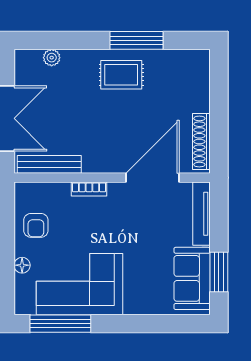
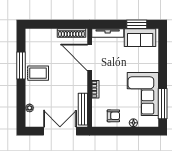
rug: (121, 75) -> (38, 73), turned 90

